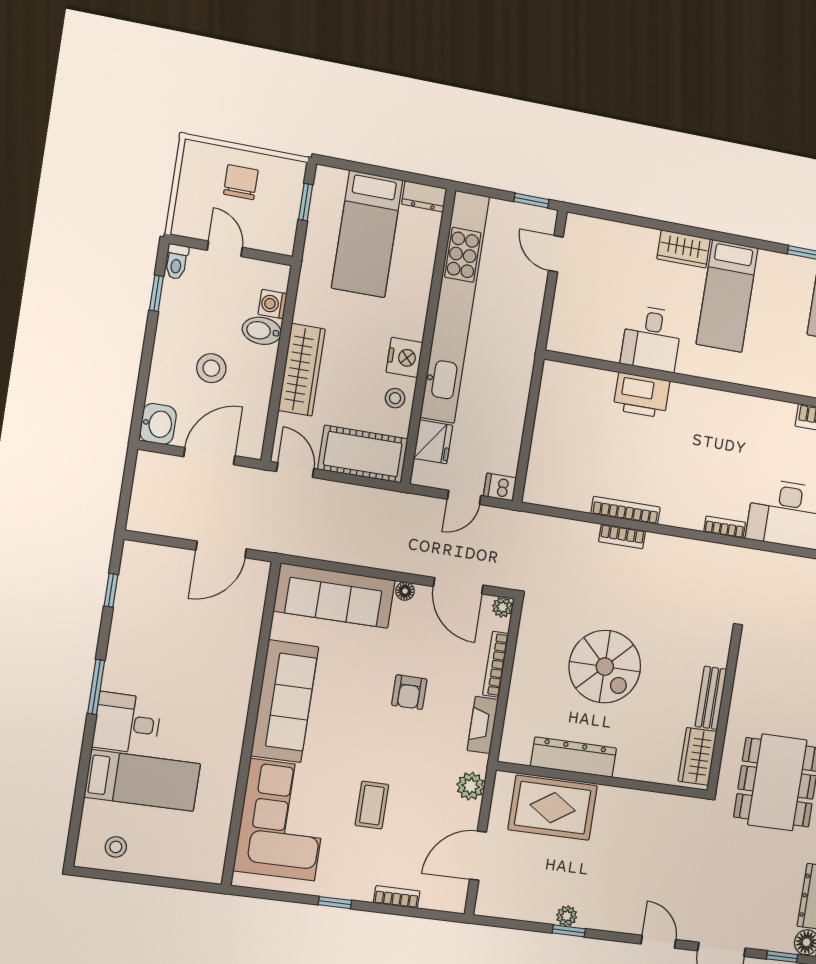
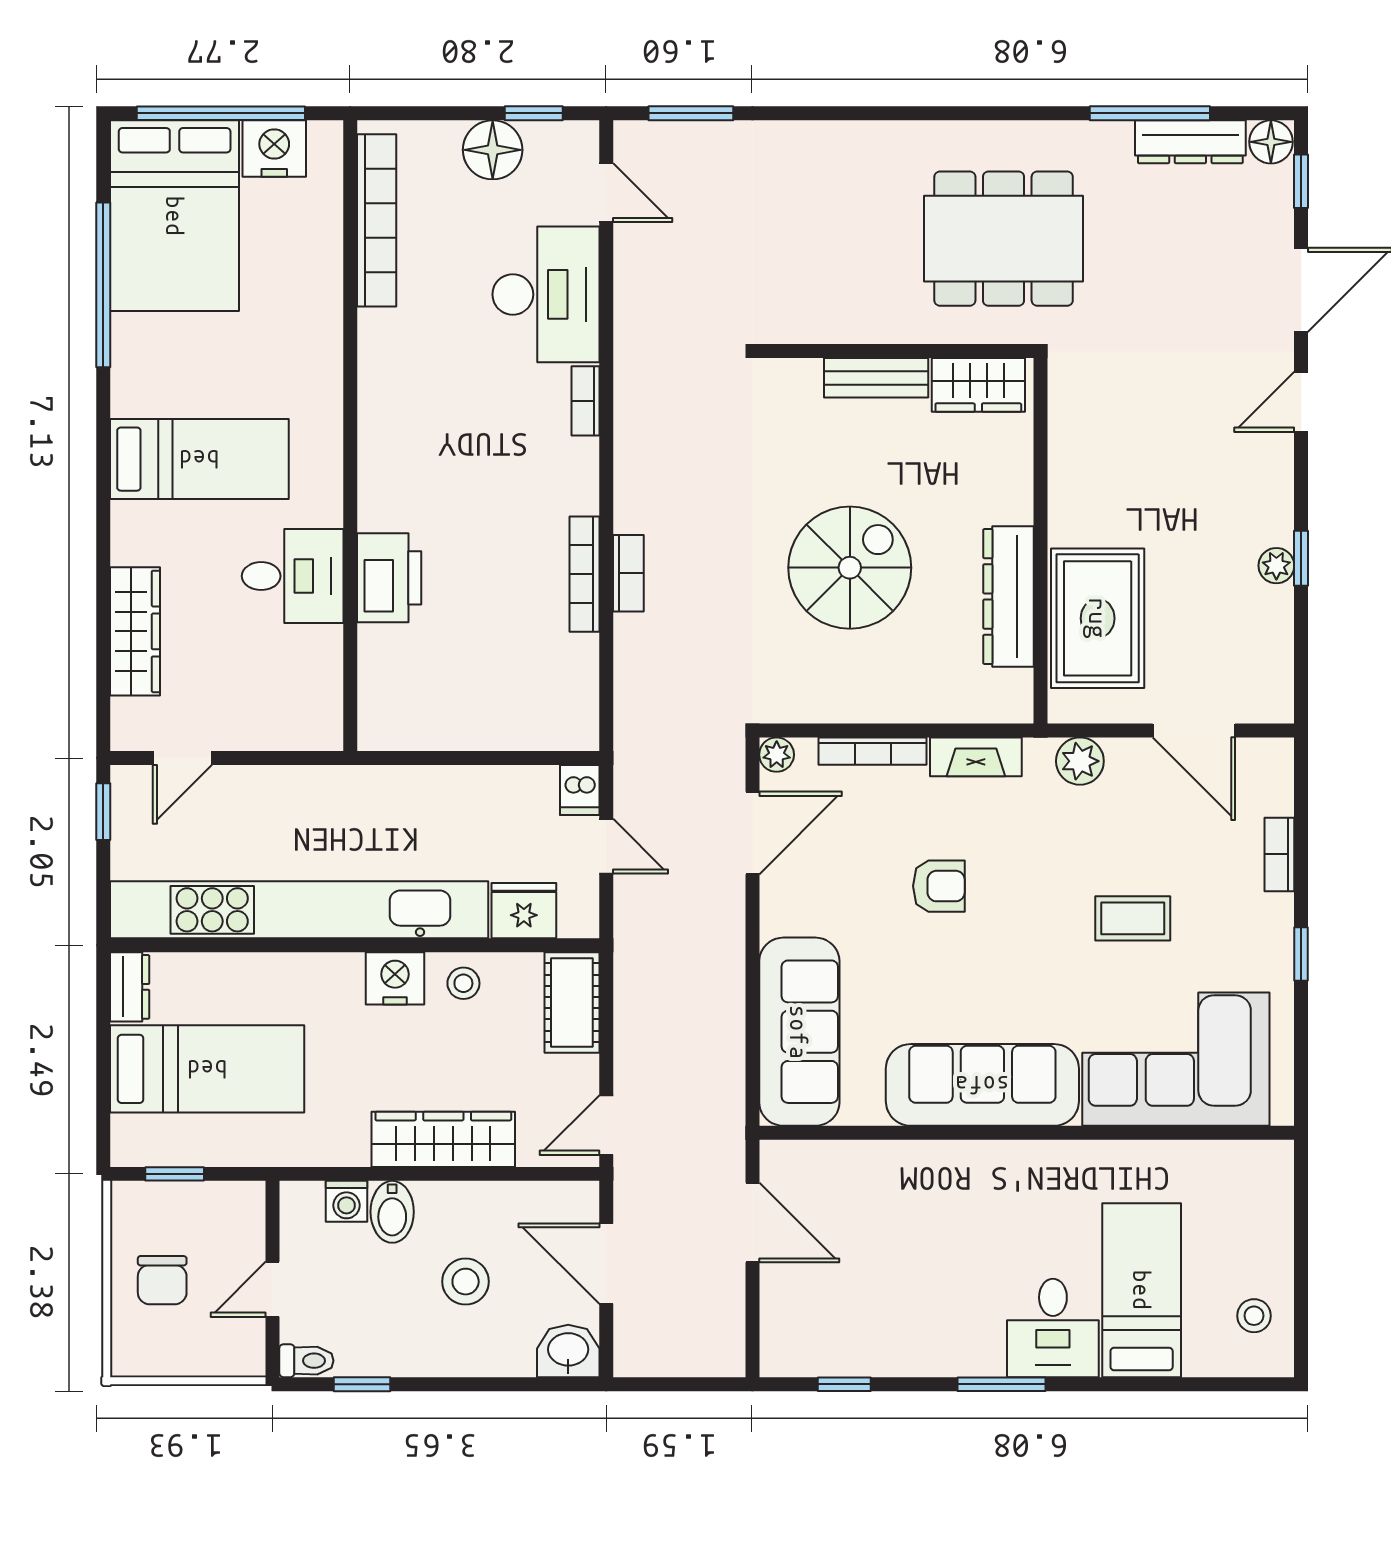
chair: (241, 182) -> (162, 1280), turned -90
wardrobe: (684, 249) -> (135, 631), moved, width x1.50
cot: (363, 454) -> (572, 1003), width x0.73, depth x0.75
floor lamp: (405, 591) -> (774, 919), removed

